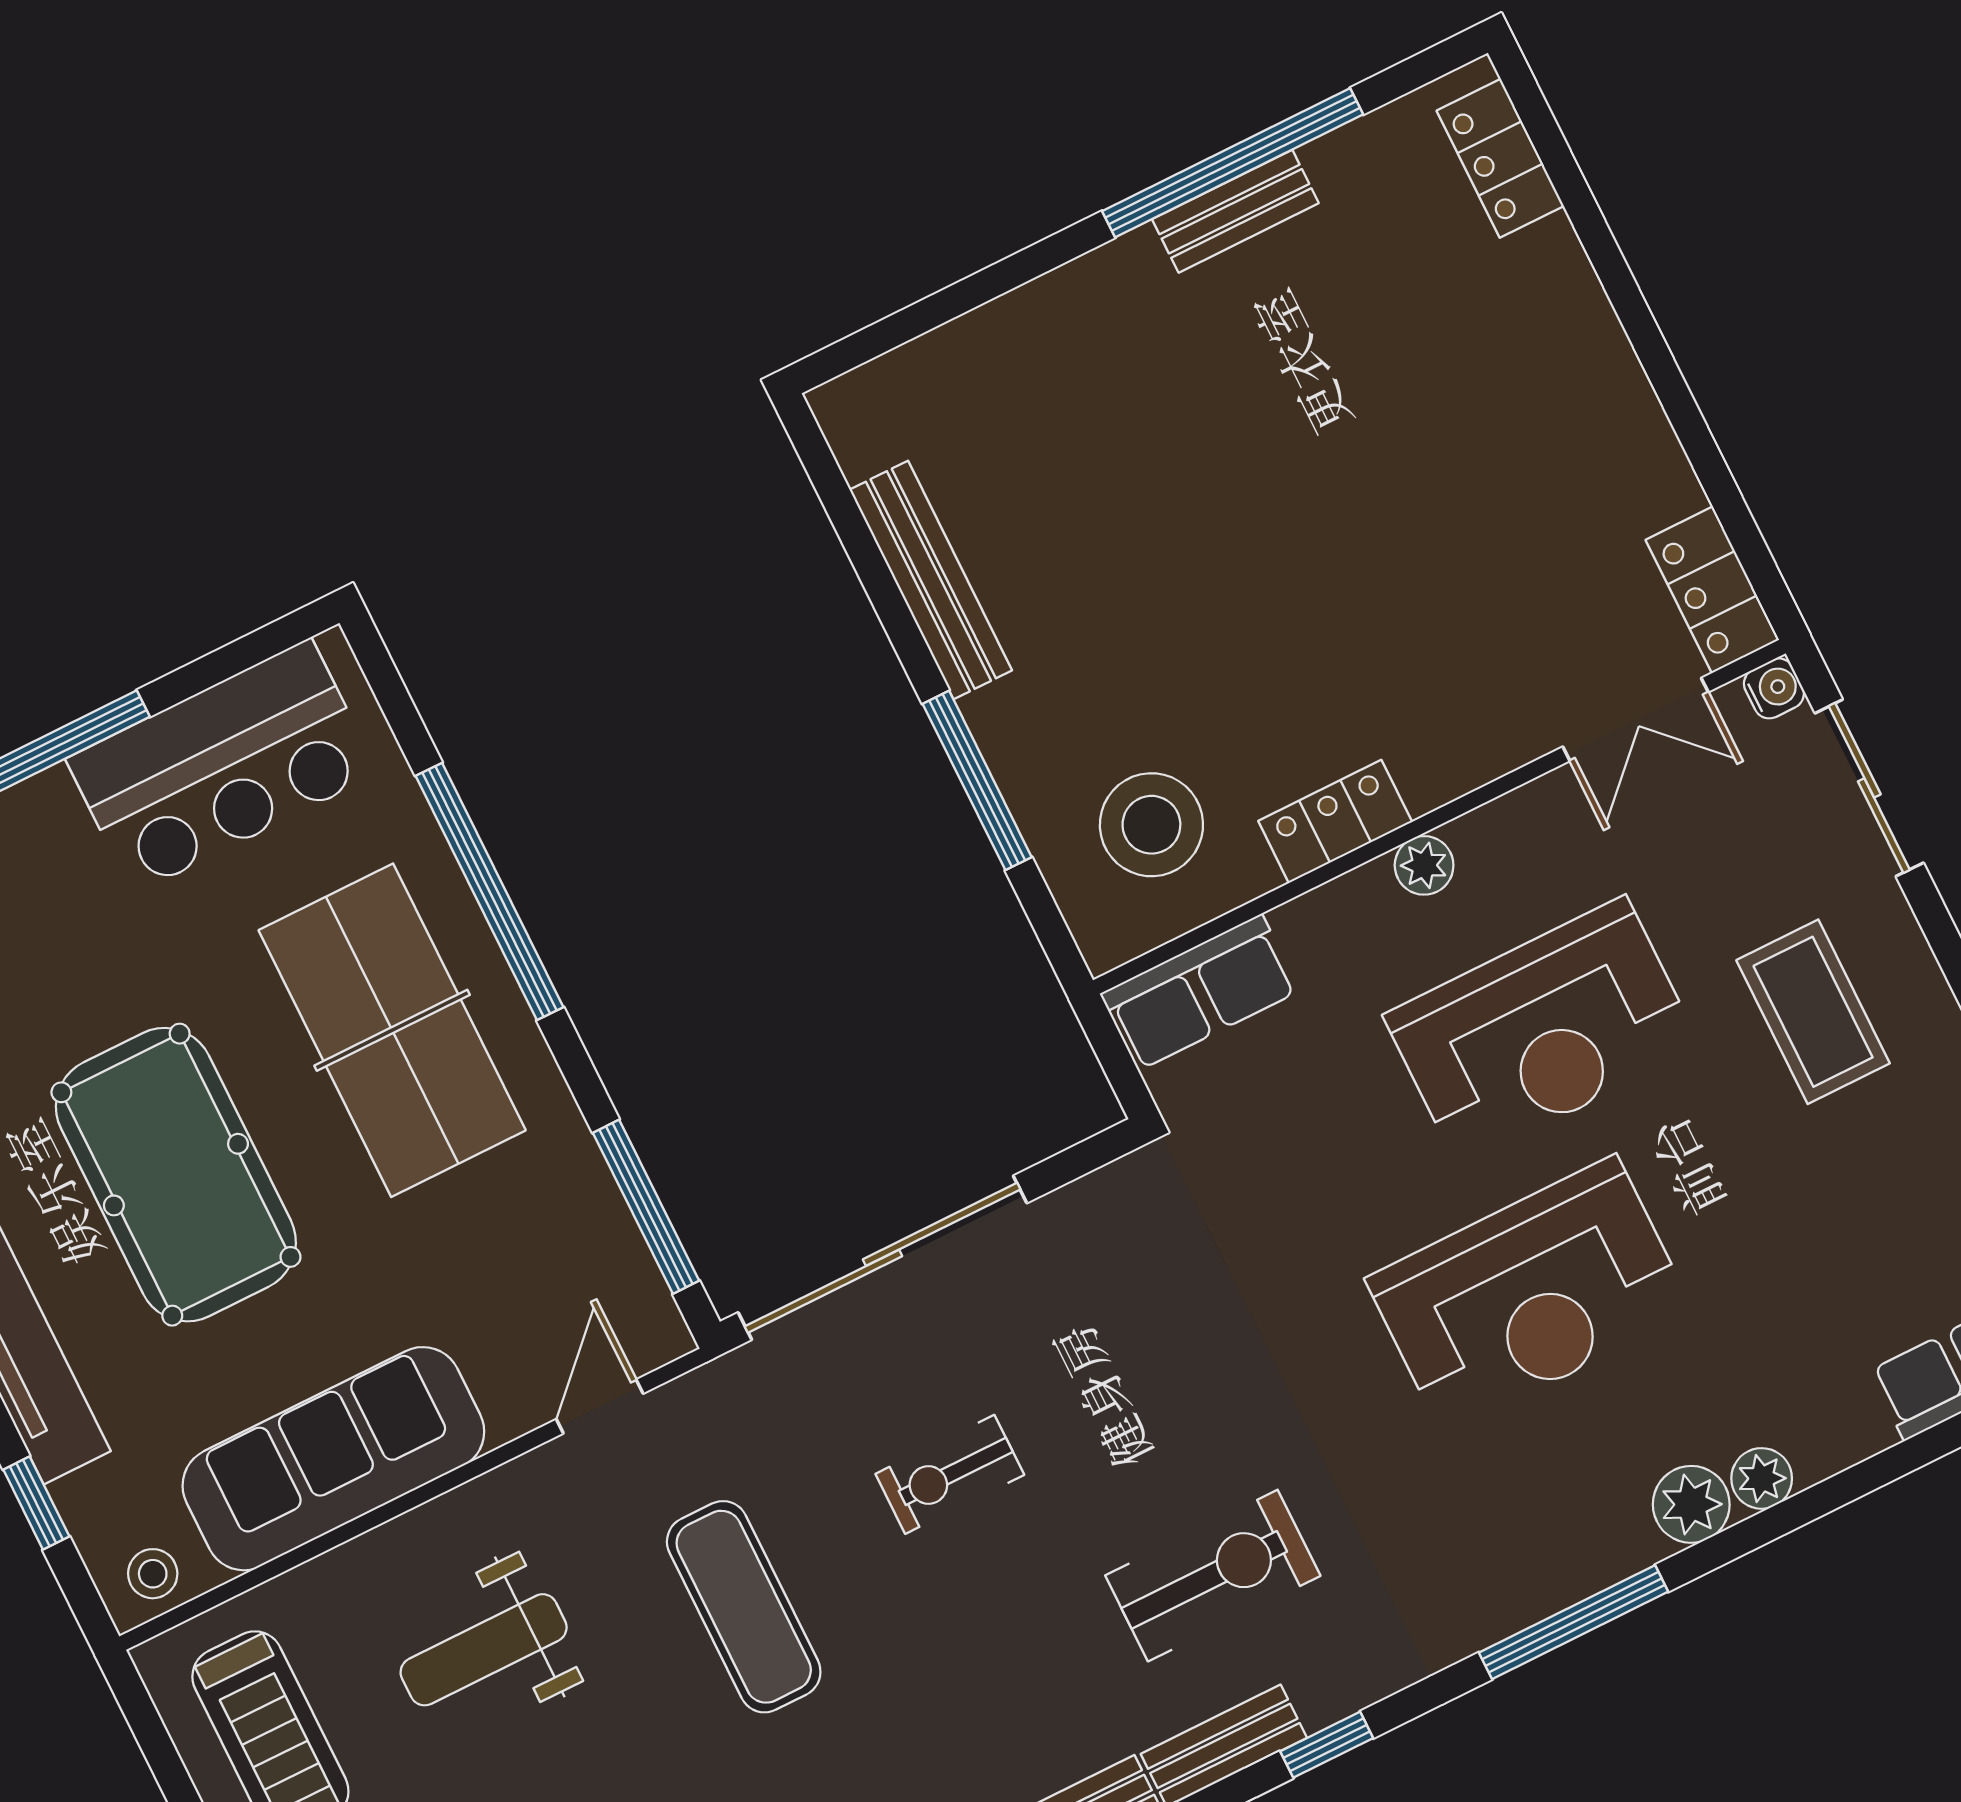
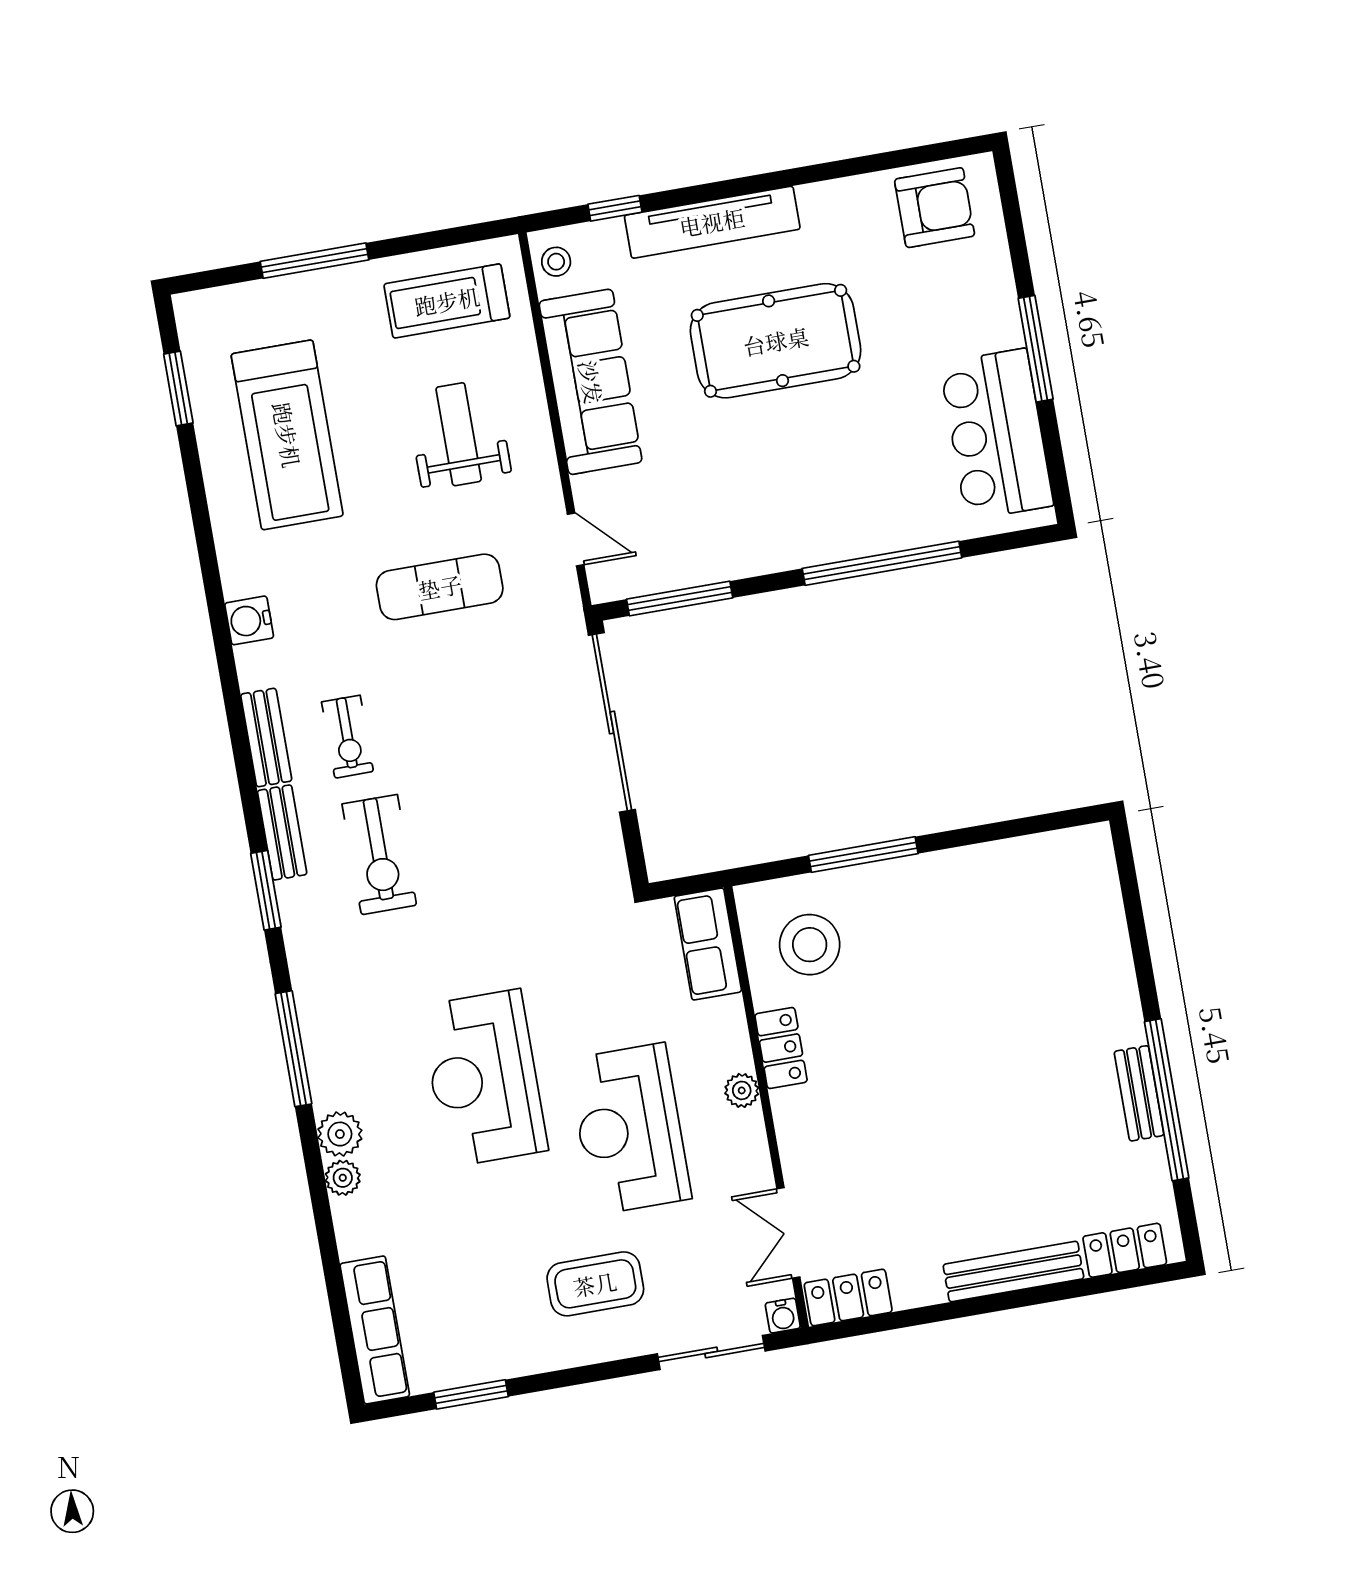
bench: (931, 580) -> (1013, 1272), moved
table tennis table: (392, 1030) -> (821, 486), removed
exercise bike: (950, 1474) -> (347, 737), moved, turned 180
window: (1327, 1745) -> (266, 890), width x1.50

